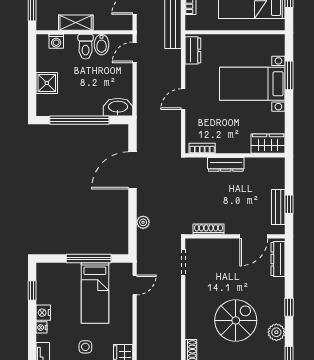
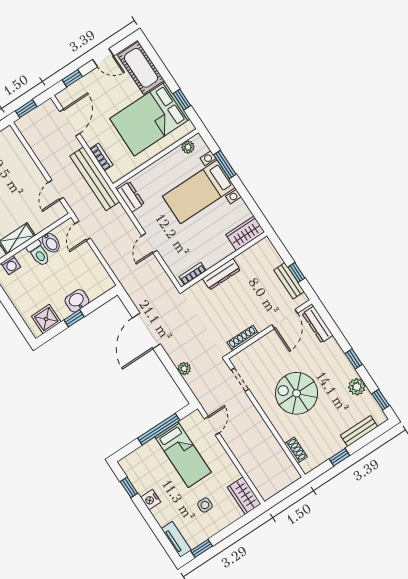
plant: (268, 41) -> (188, 147), added
shower: (47, 83) -> (46, 319), moved
washbasin: (118, 107) -> (77, 301), moved, width x0.72
window: (79, 120) -> (74, 318), width x0.32
spiral stairs: (236, 320) -> (297, 393), moved, turned -90
nightstand: (42, 327) -> (157, 513), removed

